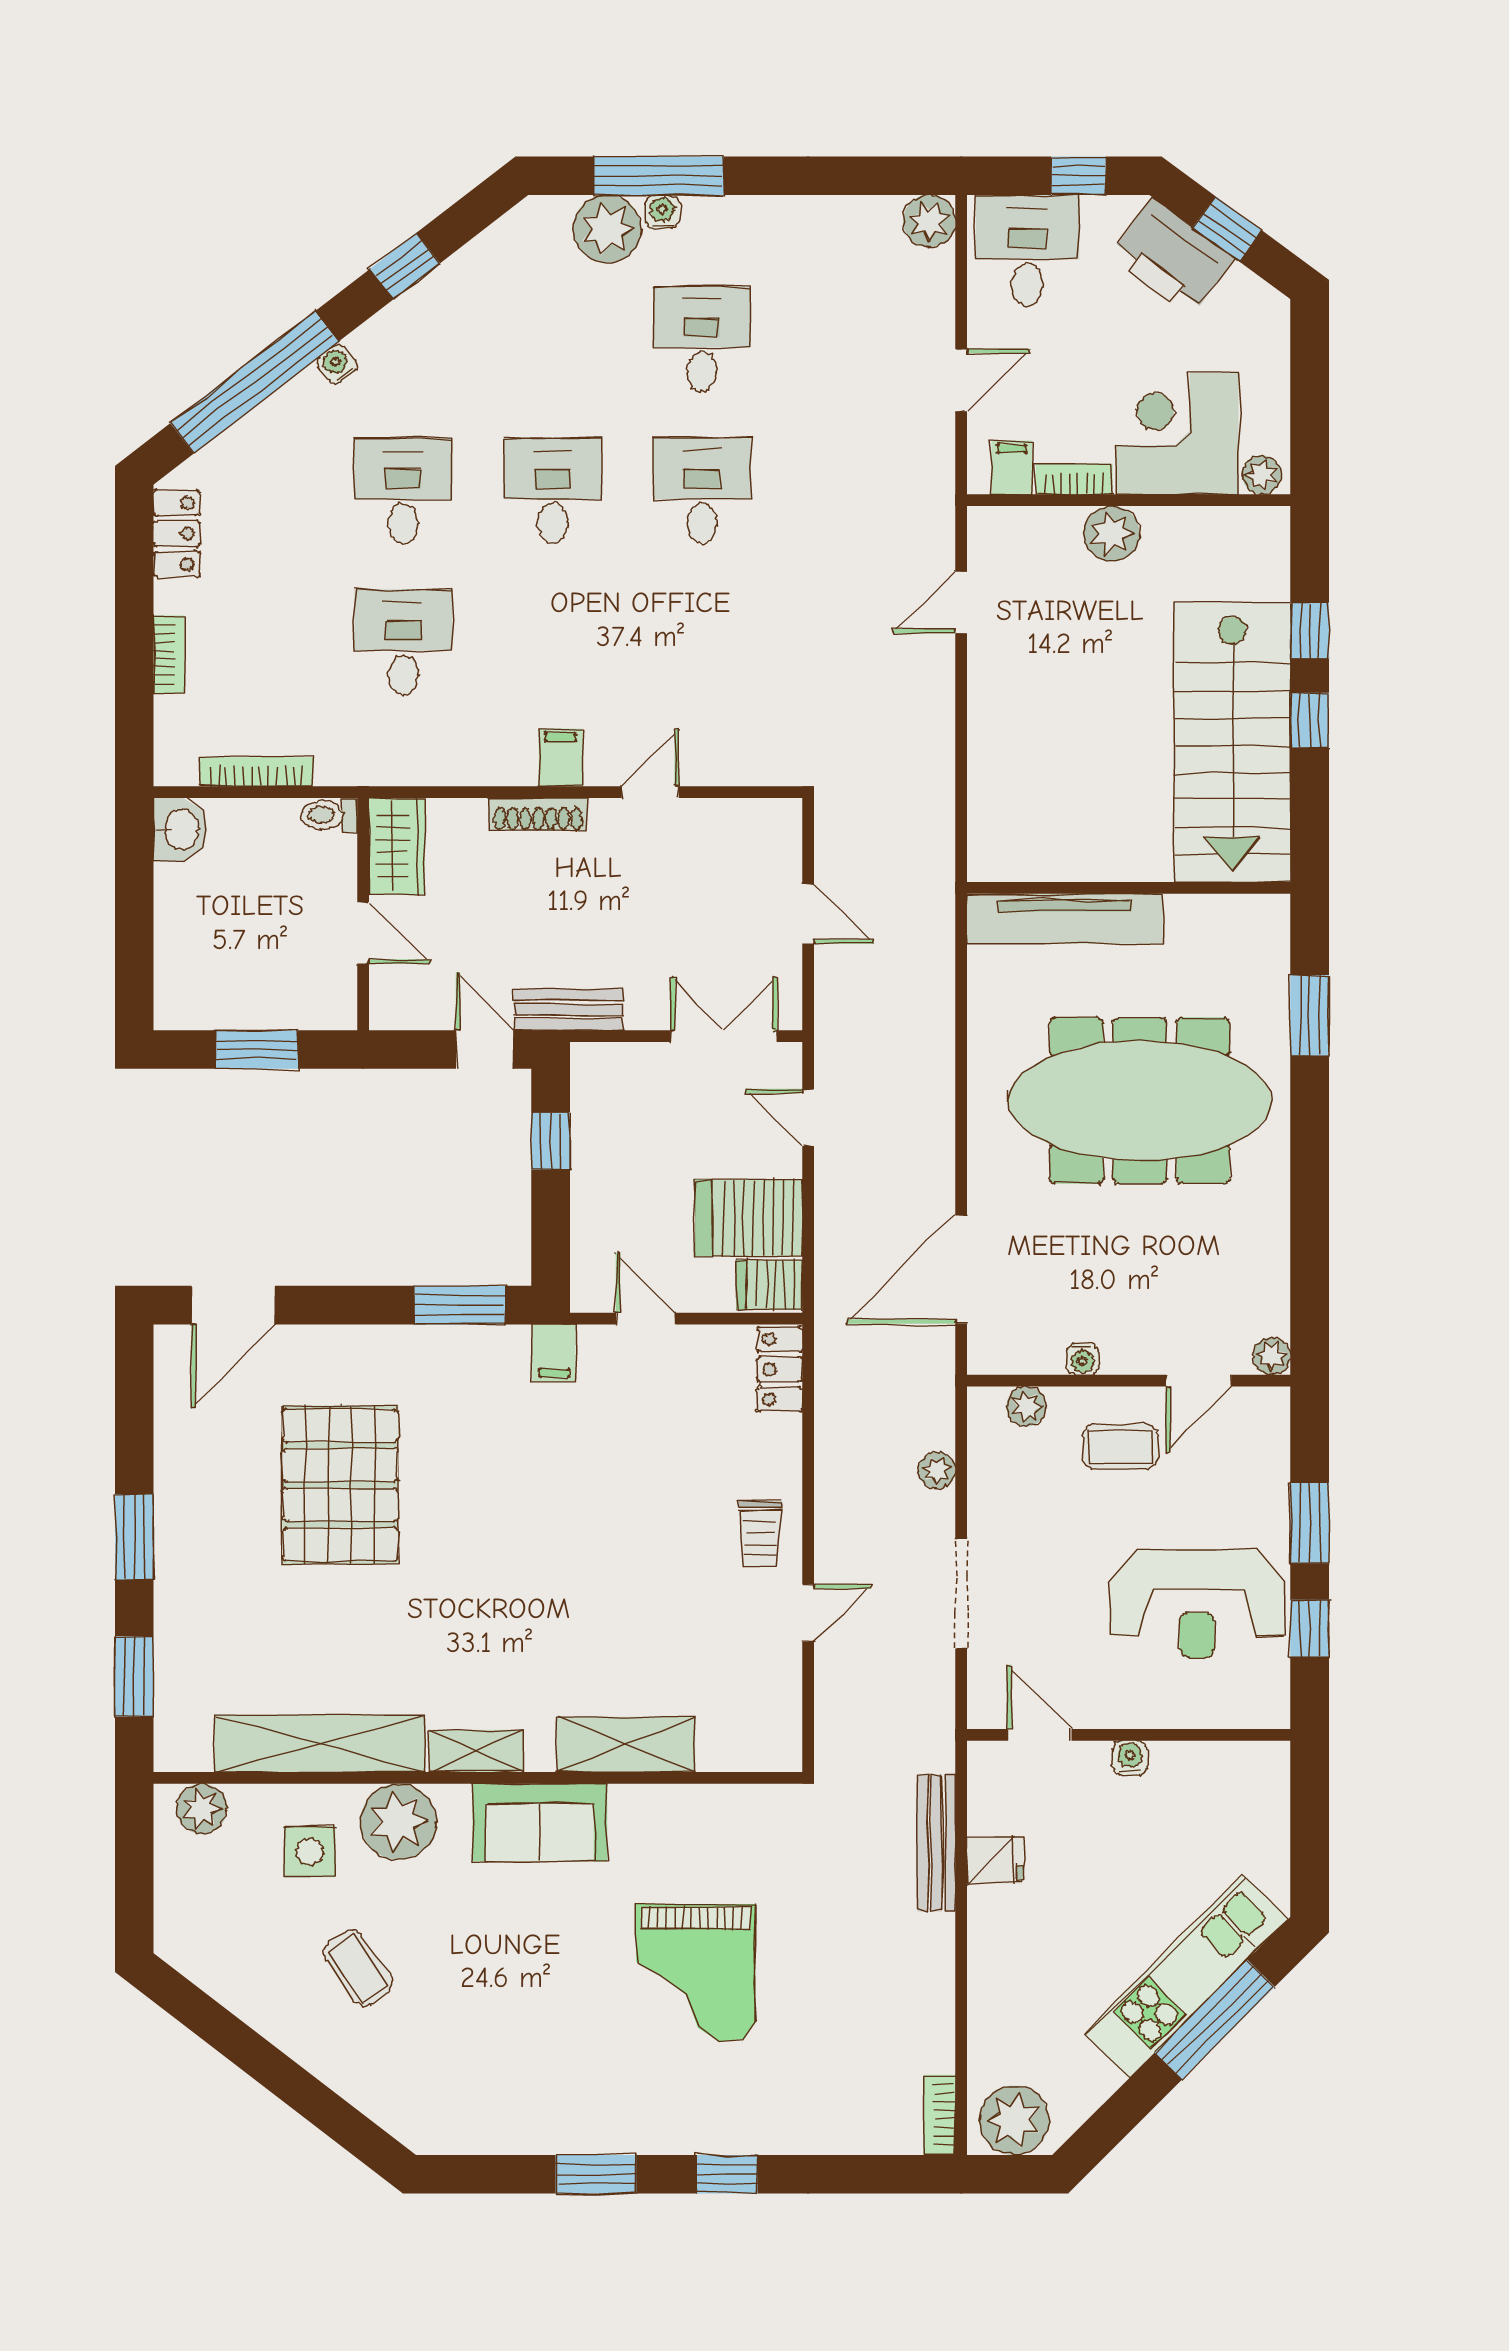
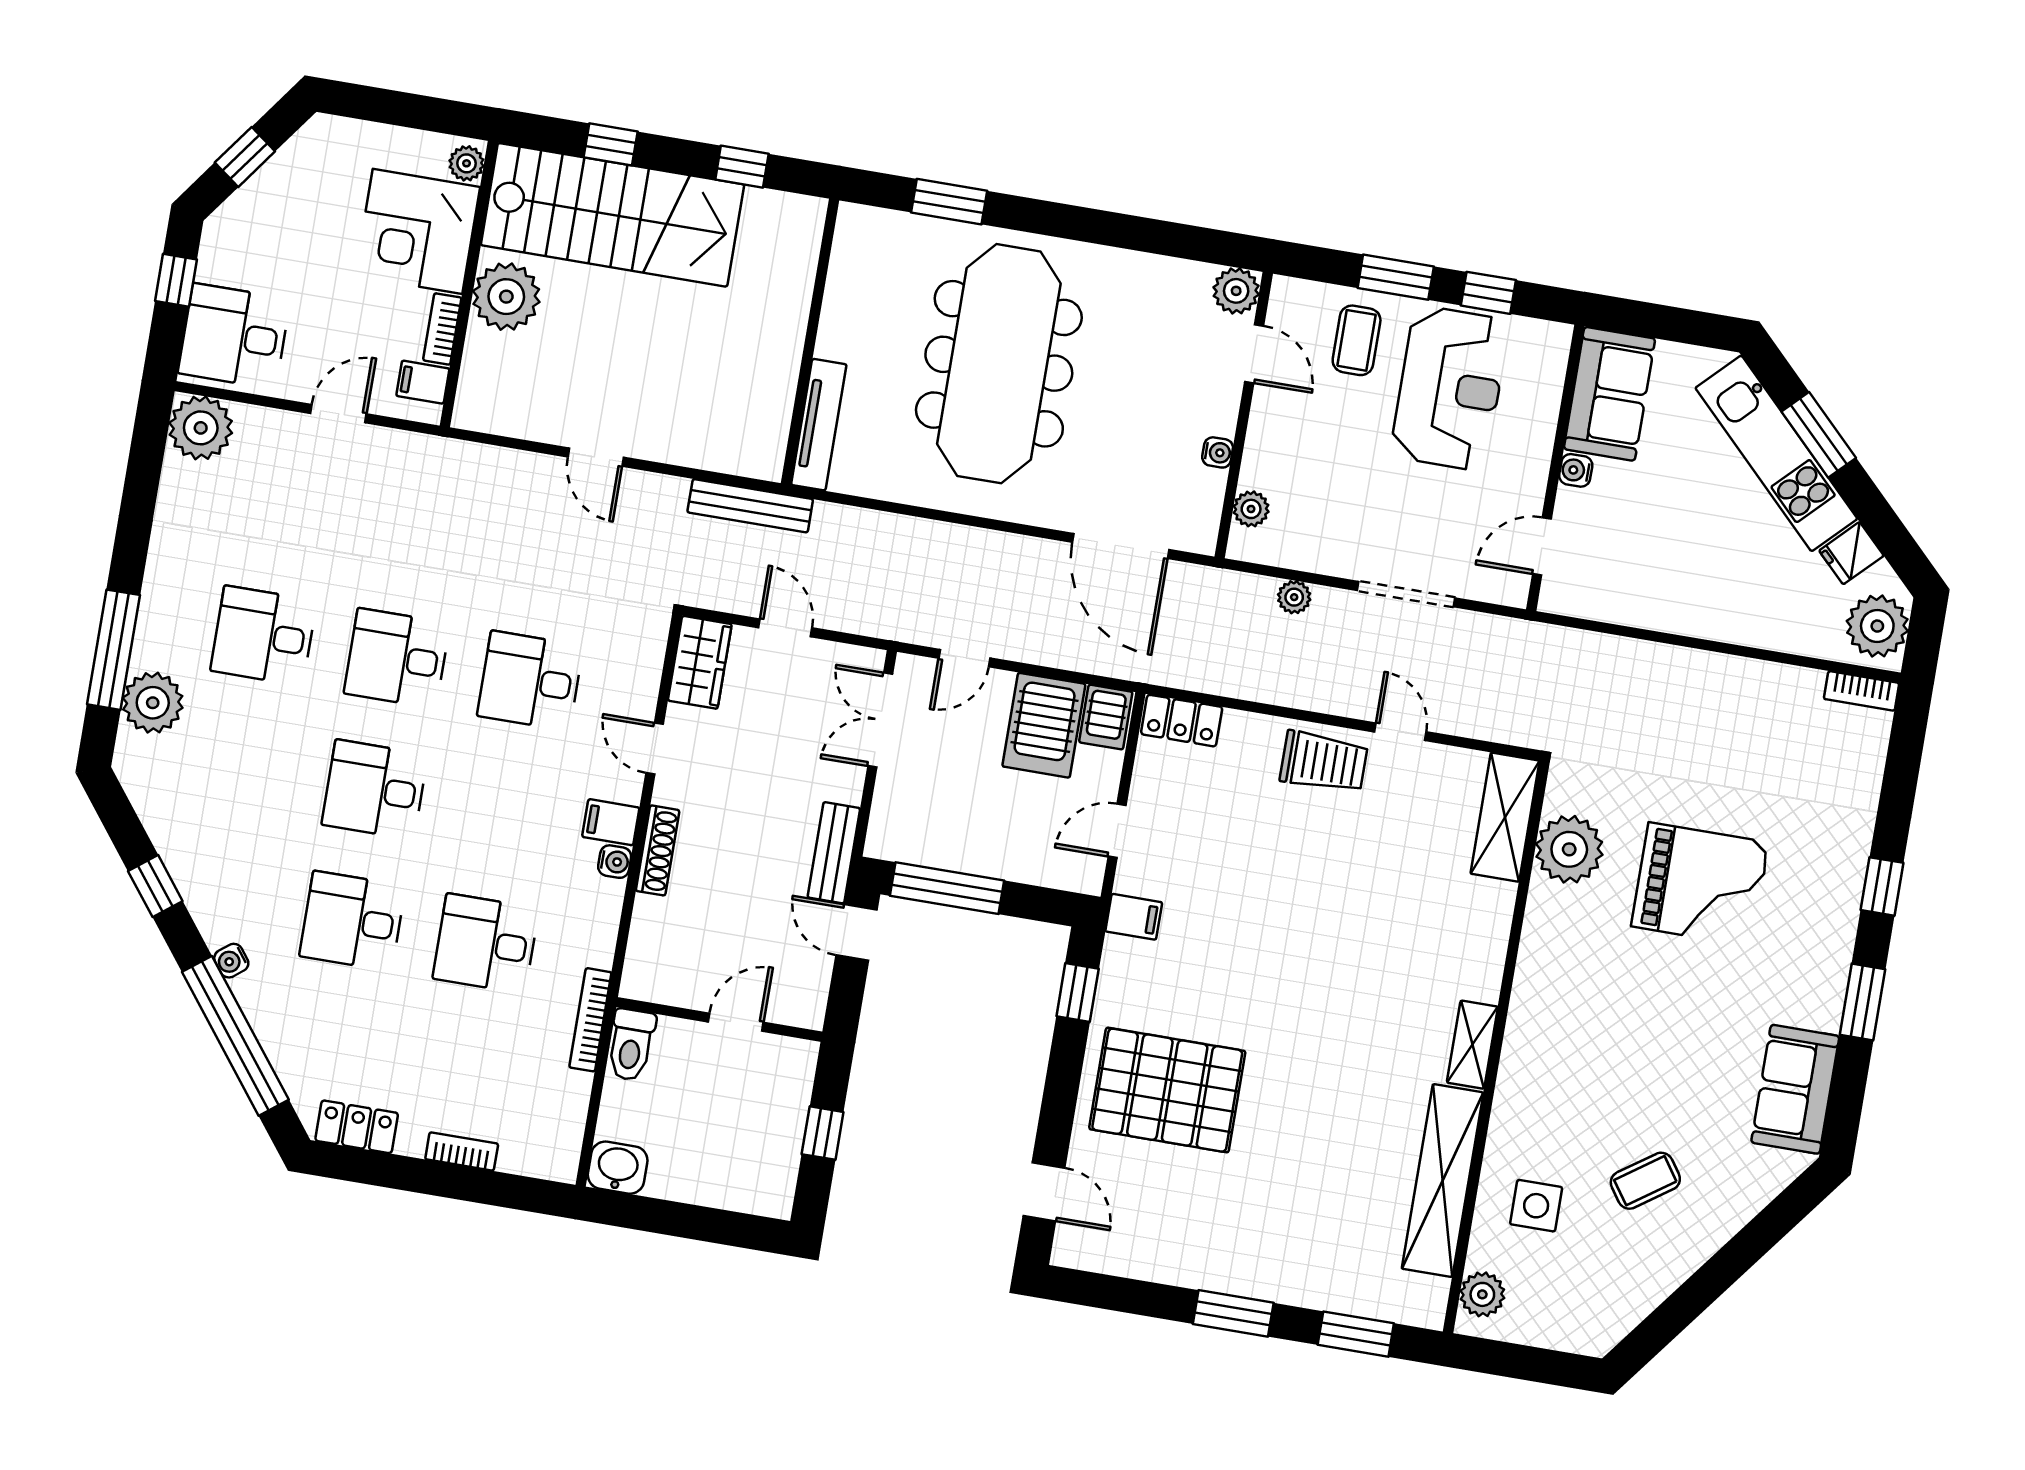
water cooler: (662, 212) -> (615, 862), moved, turned 180
plant: (929, 221) -> (201, 428), width x1.36, depth x1.36
printer: (1172, 257) -> (262, 210), removed
door: (961, 380) -> (338, 414), hinge flipped
plant: (1112, 534) -> (506, 297), width x1.36, depth x1.36
door: (961, 602) -> (596, 457), moved
desk: (702, 642) -> (530, 681), added
window: (1310, 720) -> (742, 167), moved
stairs: (1232, 742) -> (613, 215), moved
bookcase: (256, 772) -> (590, 1020), moved
toilet: (329, 815) -> (631, 1045), width x1.37, depth x1.39
wardrobe: (397, 846) -> (700, 662), moved, turned 90
door: (808, 914) -> (785, 628), hinge flipped
tv unit: (1065, 919) -> (819, 425), width x0.73, depth x0.78
window: (257, 1050) -> (823, 1133), width x0.67
door: (485, 1050) -> (856, 932), hinge flipped
window: (551, 1141) -> (947, 888), width x2.17
door: (233, 1305) -> (1044, 1192), width x0.73
window: (460, 1305) -> (1078, 993), width x0.67
plant: (1272, 1356) -> (1236, 291), width x1.38, depth x1.38
coffee table: (1120, 1447) -> (1357, 340), moved
pallet: (340, 1485) -> (1167, 1090), moved
trolley: (760, 1534) -> (1324, 762), width x1.36, depth x1.39
shelving: (626, 1745) -> (1505, 817), moved
sofa: (1221, 1781) -> (1609, 394), added
plant: (398, 1822) -> (1569, 849), moved
sofa: (540, 1823) -> (1795, 1089), moved, turned 180
bench: (936, 1843) -> (750, 506), moved
fridge: (995, 1860) -> (1851, 553), moved, turned -135
window: (1215, 2020) -> (1819, 435), width x0.69

